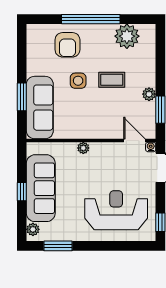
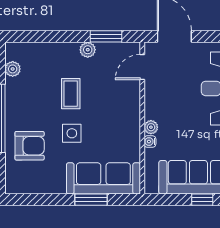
plant: (127, 36) -> (13, 69), width x0.53, depth x0.53
water cooler: (151, 147) -> (150, 142), moved

